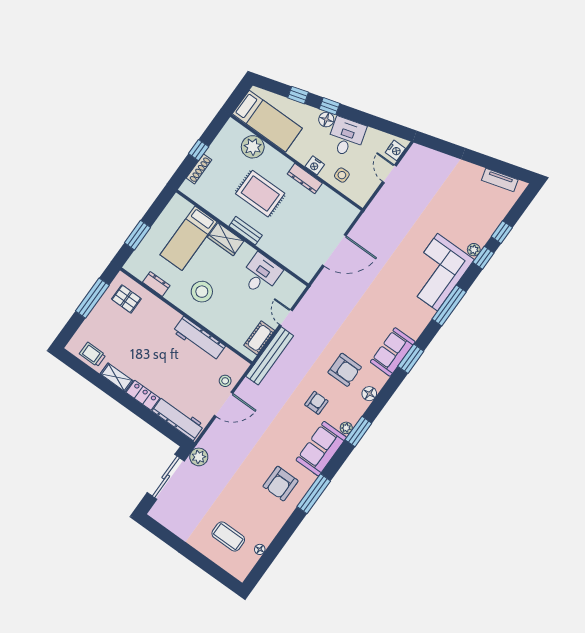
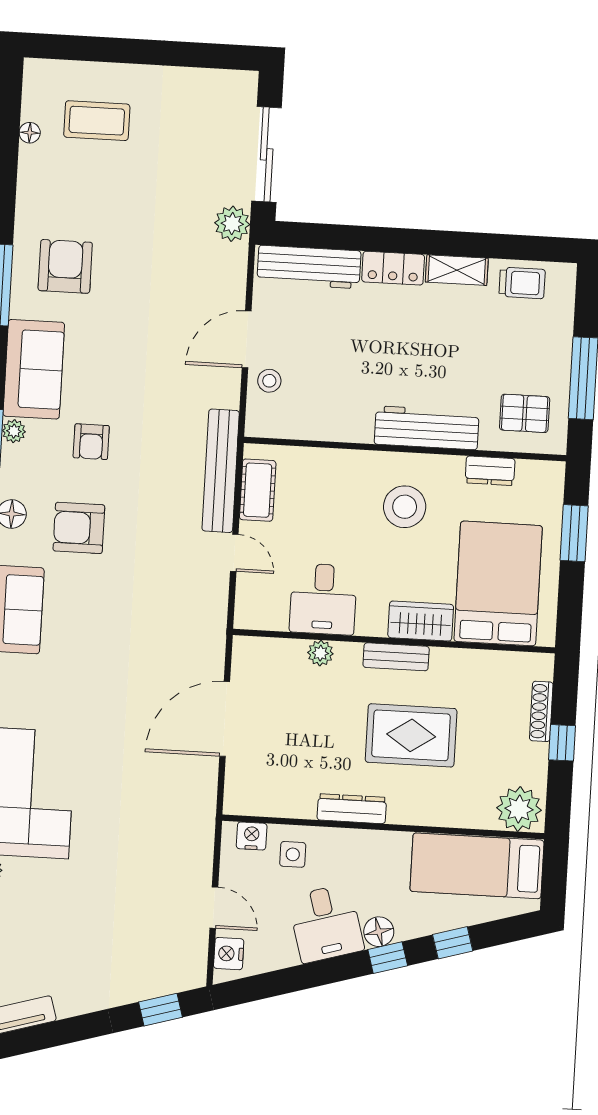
window: (439, 145) -> (160, 1010), added
plant: (253, 147) -> (519, 809), moved
nightstand: (315, 165) -> (252, 836), moved
bed: (188, 238) -> (498, 583), width x1.50
plant: (276, 252) -> (320, 653), added
workbench: (199, 339) -> (427, 428), moved

